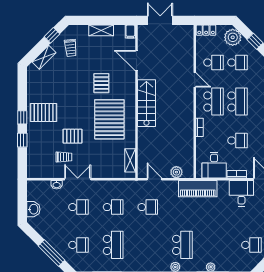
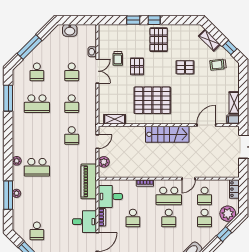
shelving: (101, 30) -> (234, 103), moved
pallet: (101, 83) -> (185, 67), moved
school desk: (238, 101) -> (169, 218), width x0.54

